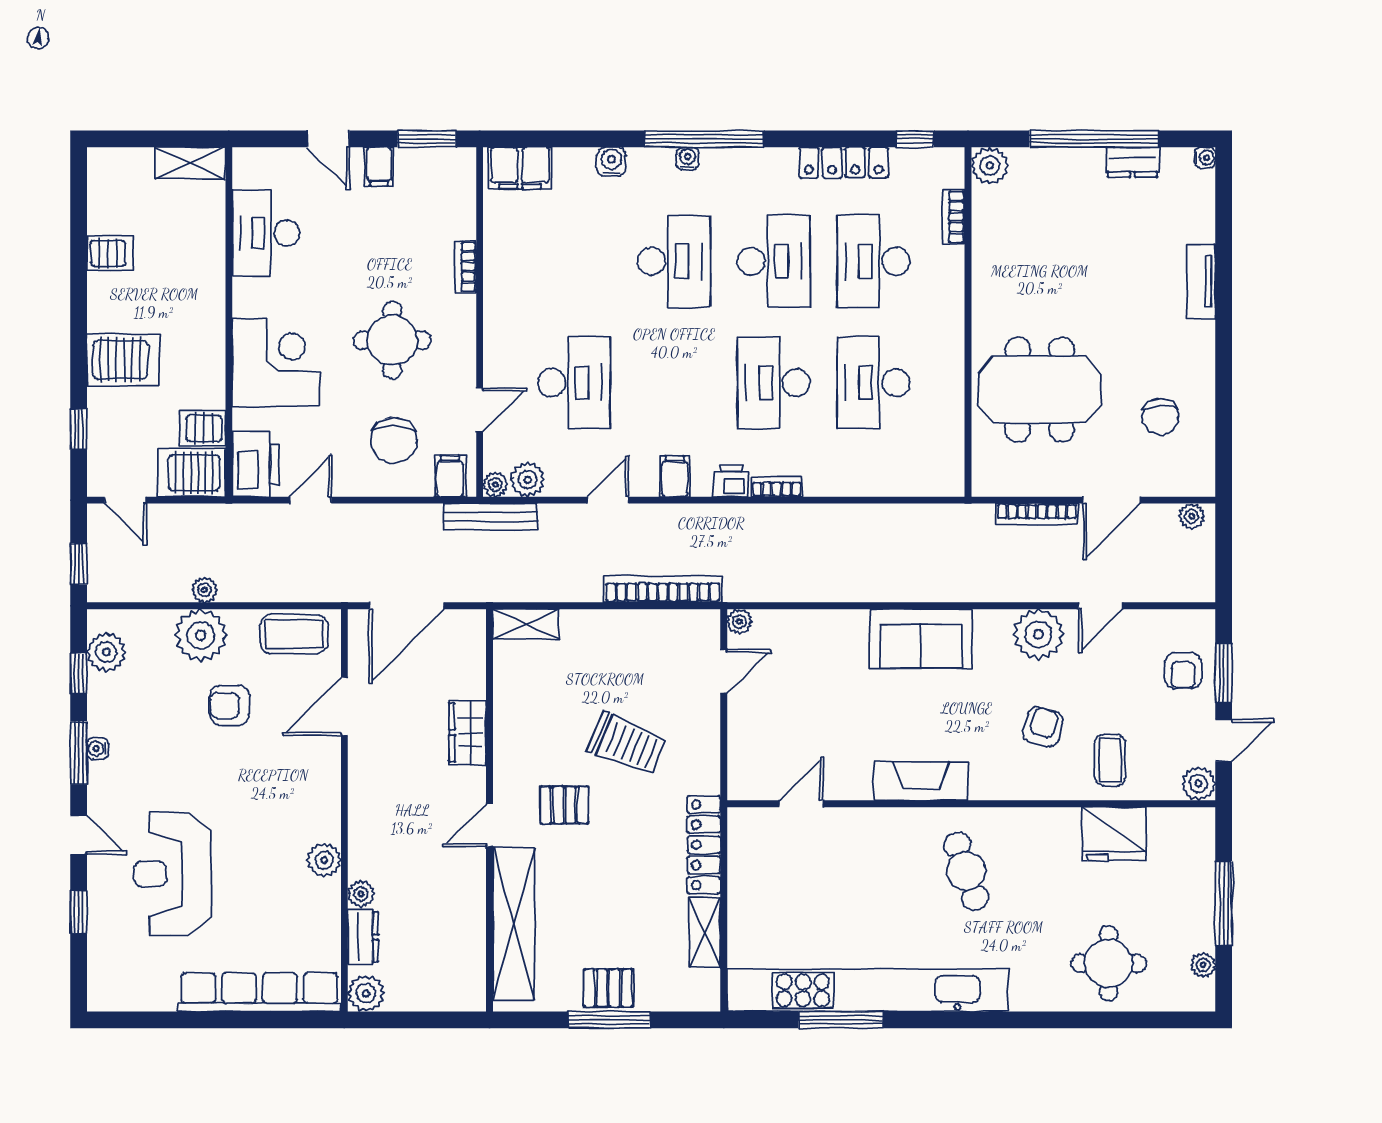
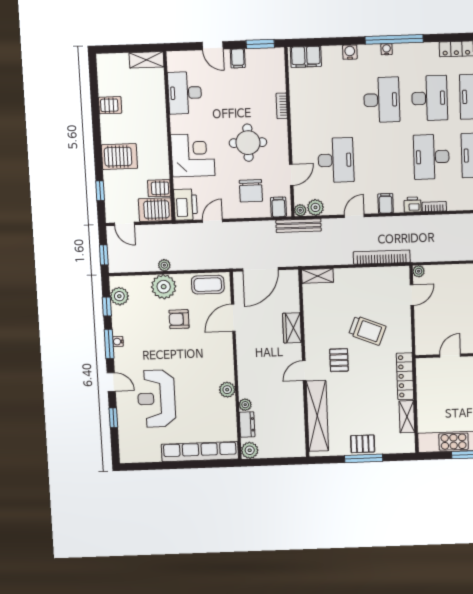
pallet: (564, 805) -> (339, 360), turned 90

